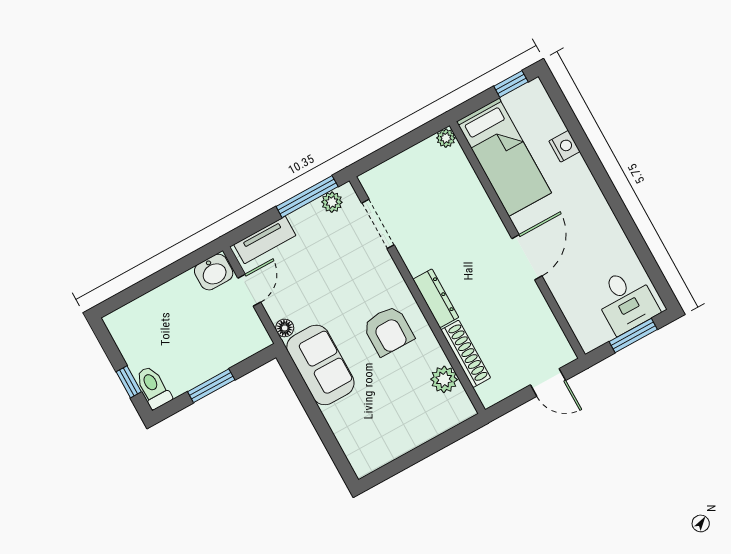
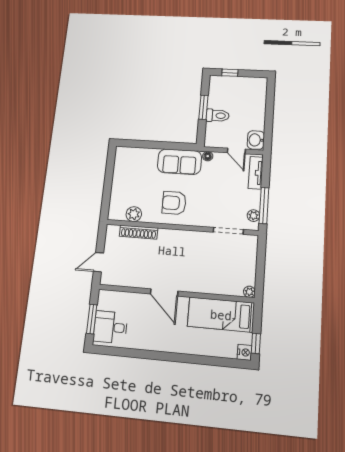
nightstand: (564, 146) -> (244, 352), moved, turned -90
dresser: (436, 298) -> (174, 235), removed
toilet: (153, 387) -> (218, 116), moved

